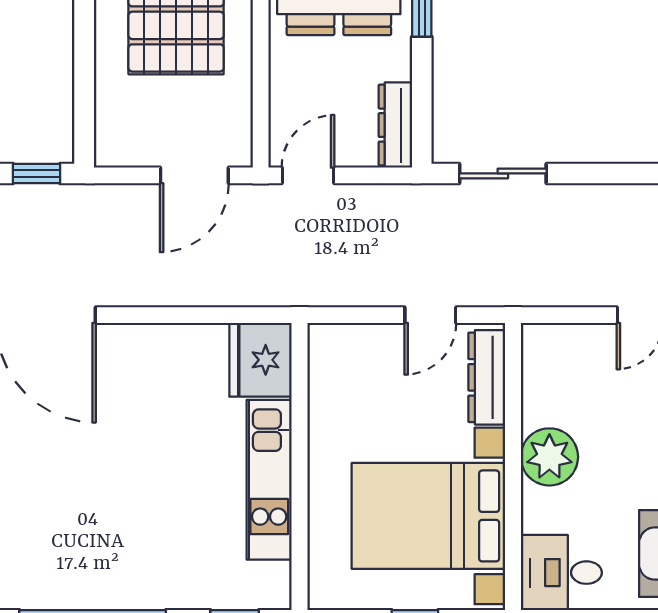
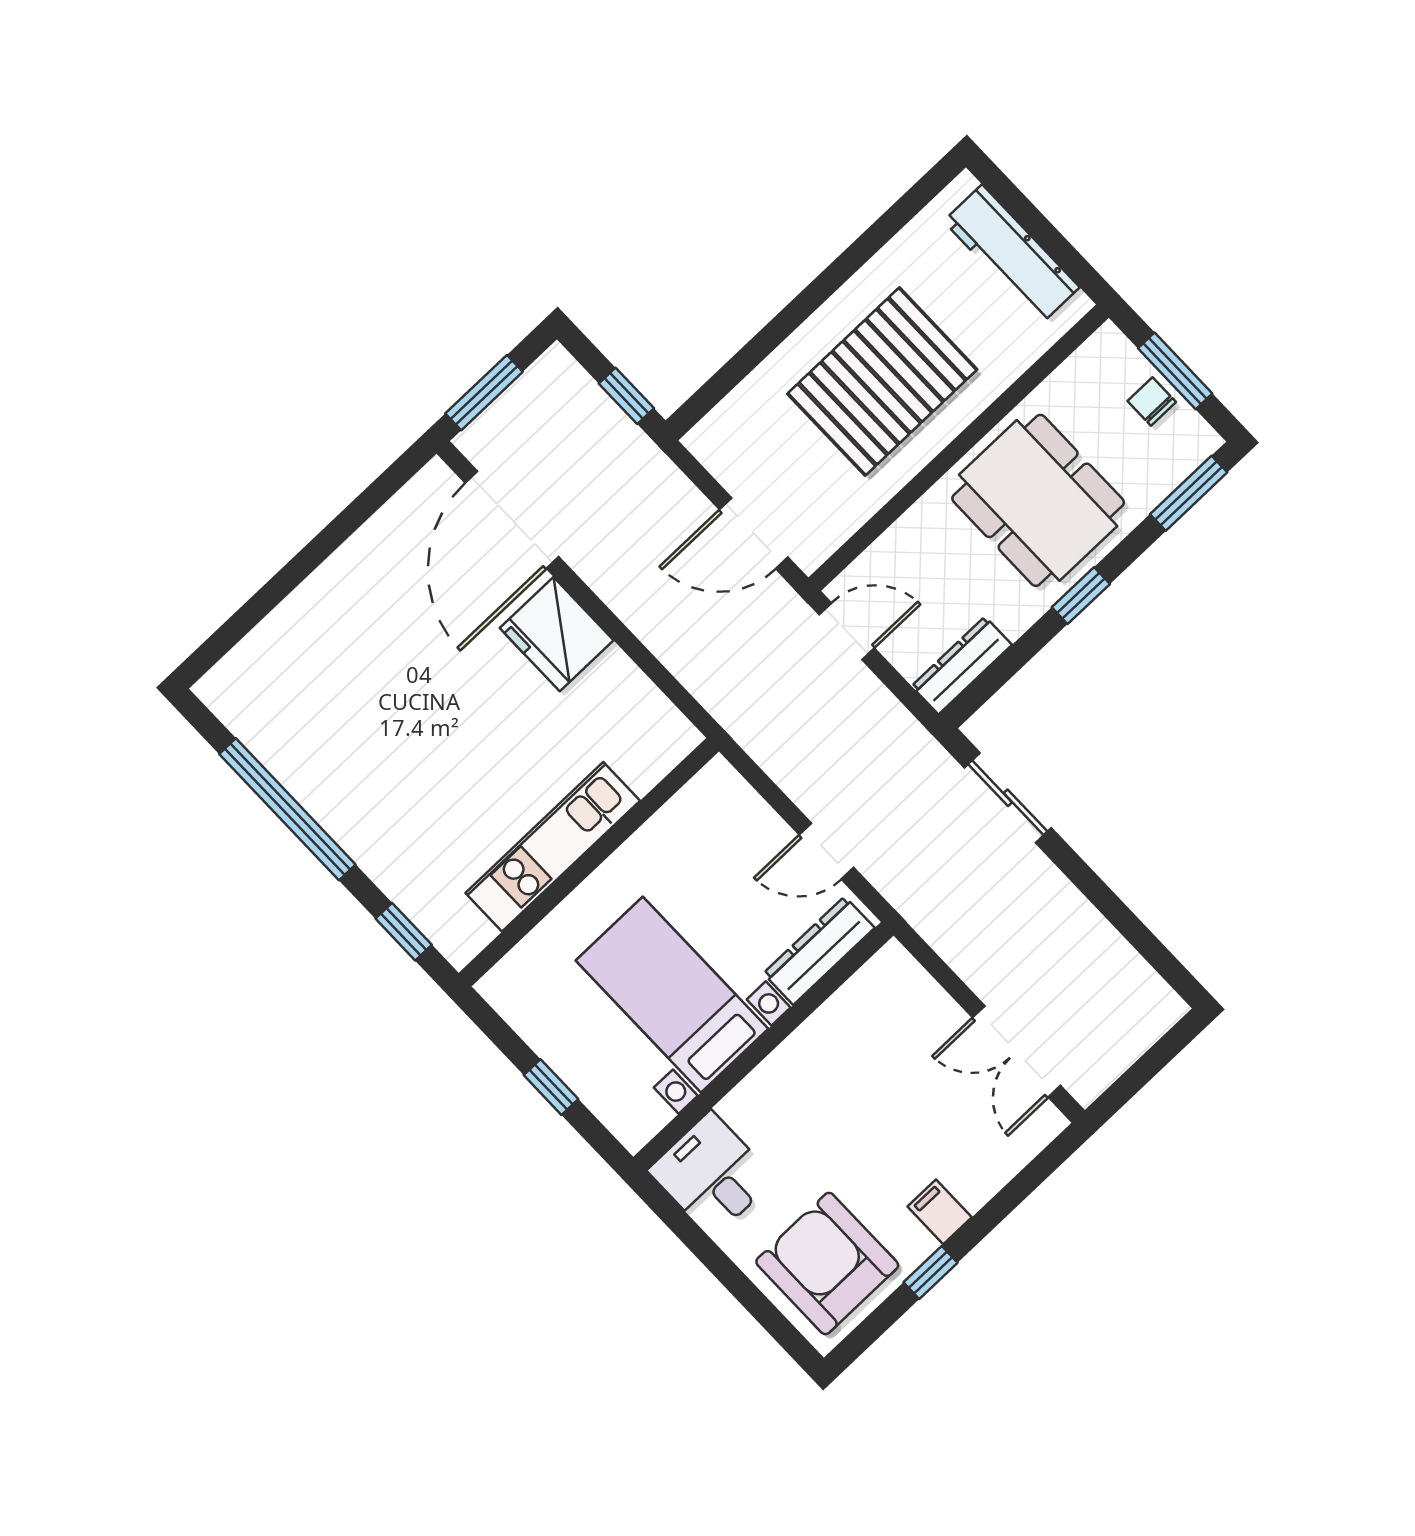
fridge: (261, 360) -> (557, 634), moved, turned -90
plant: (549, 457) -> (802, 1070), removed
bed with nightstands: (428, 516) -> (672, 995), width x0.73

